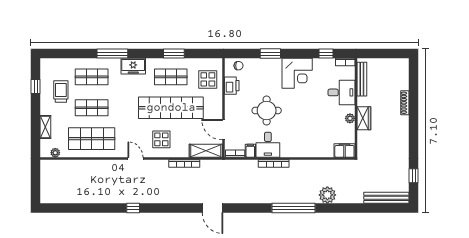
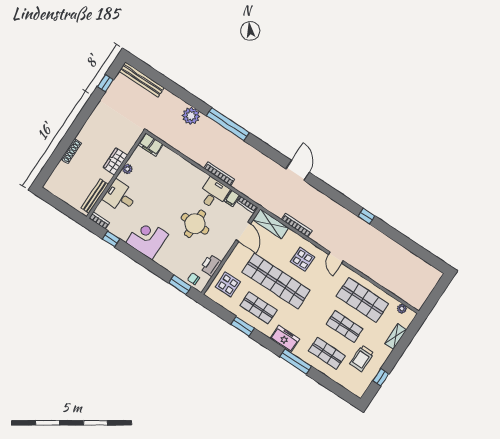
window: (270, 54) -> (180, 285), moved

